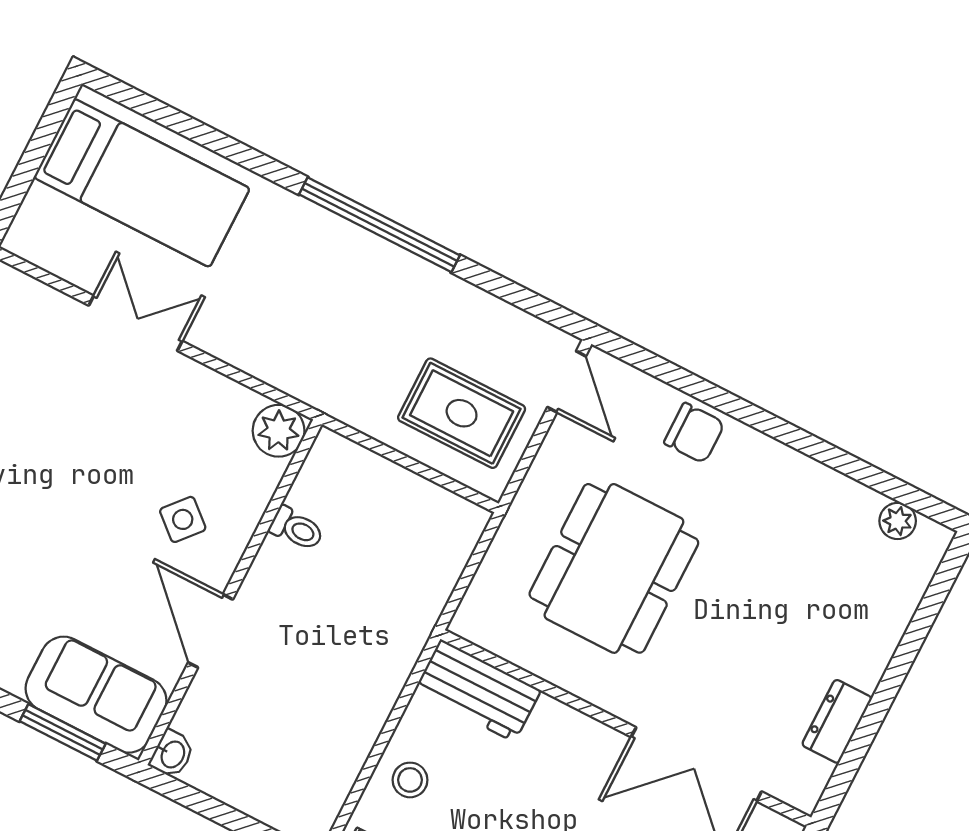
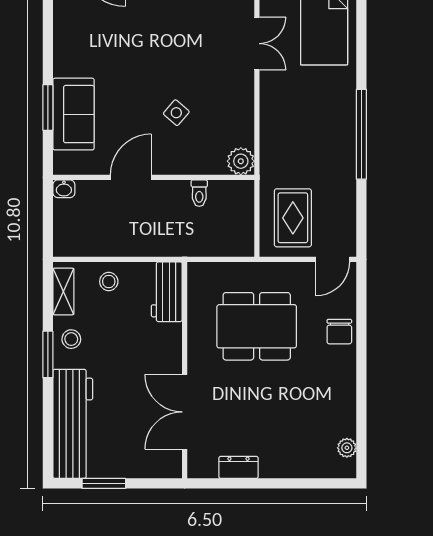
plant: (279, 431) -> (241, 161), moved
toilet: (297, 529) -> (199, 193), moved
wall: (230, 592) -> (154, 177), moved
door: (211, 631) -> (131, 177), moved
washbasin: (172, 754) -> (64, 189), moved

